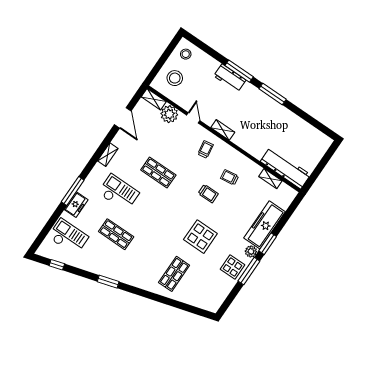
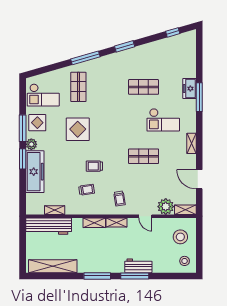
shelving: (306, 130) -> (53, 266), added
shelving: (243, 143) -> (94, 223), added
checkout: (68, 237) -> (43, 95), moved
window: (150, 296) -> (85, 58), added

